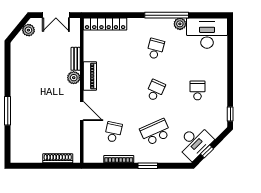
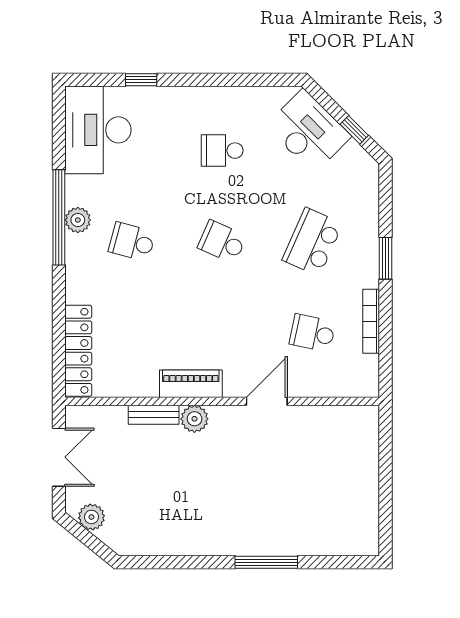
plant: (180, 24) -> (78, 220), moved
window: (230, 114) -> (141, 80), moved
school desk: (155, 132) -> (312, 242), turned 48
desk: (195, 142) -> (308, 131), moved
shoe rack: (58, 158) -> (369, 453), removed

